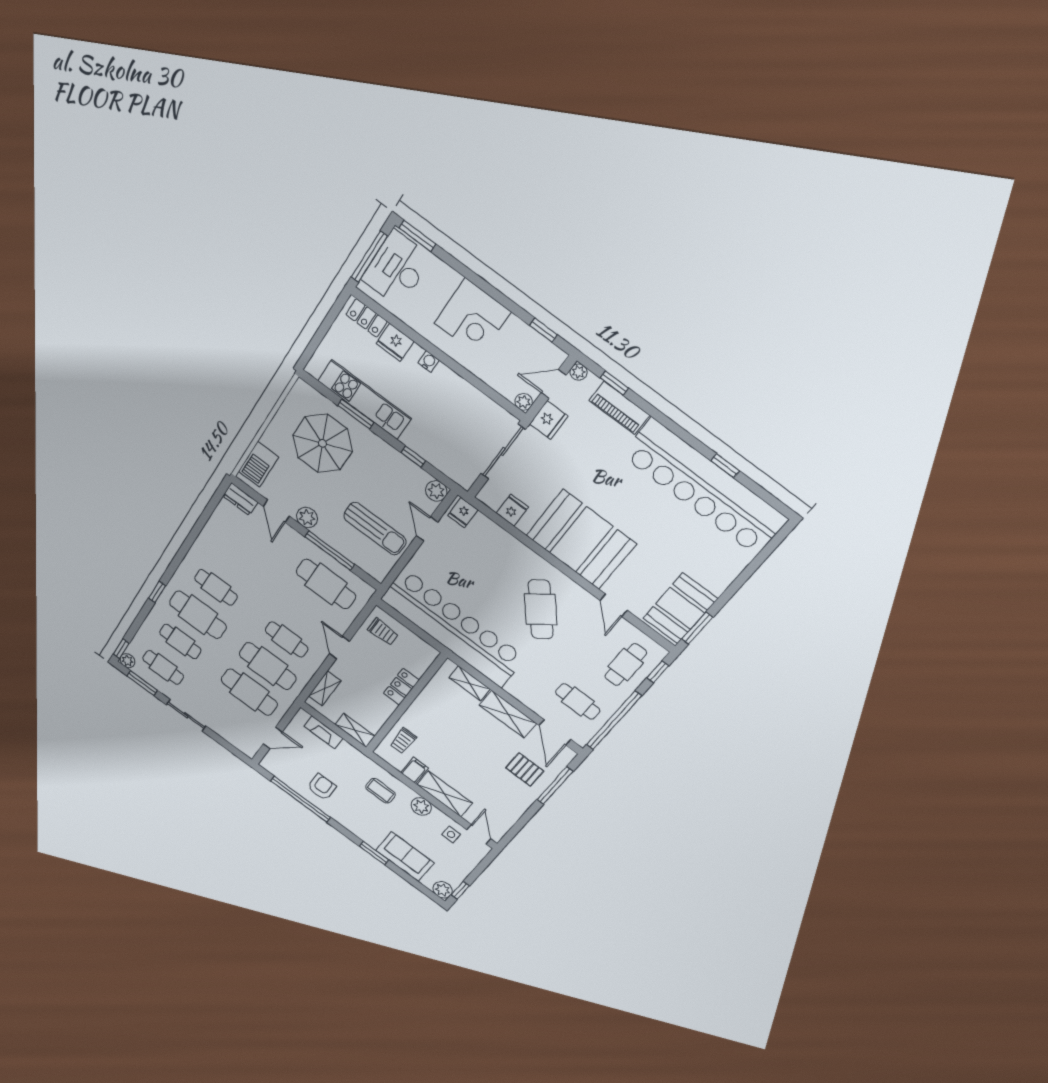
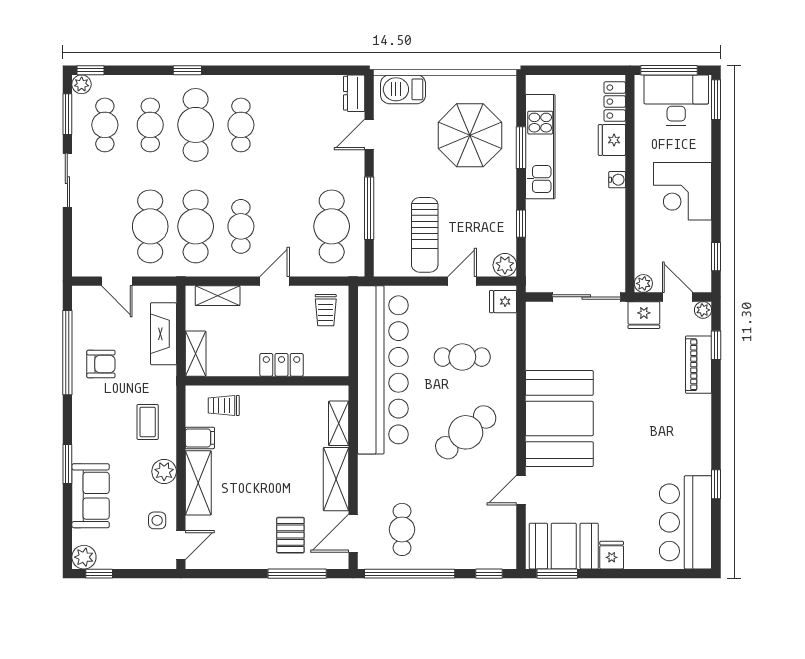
bar counter: (704, 487) -> (685, 522), width x0.54
fridge: (512, 510) -> (612, 555), moved, turned -90
plant: (307, 517) -> (386, 166), removed
cafe table: (626, 665) -> (462, 357), moved
fireplace: (323, 732) -> (163, 334), width x1.37, depth x1.32

